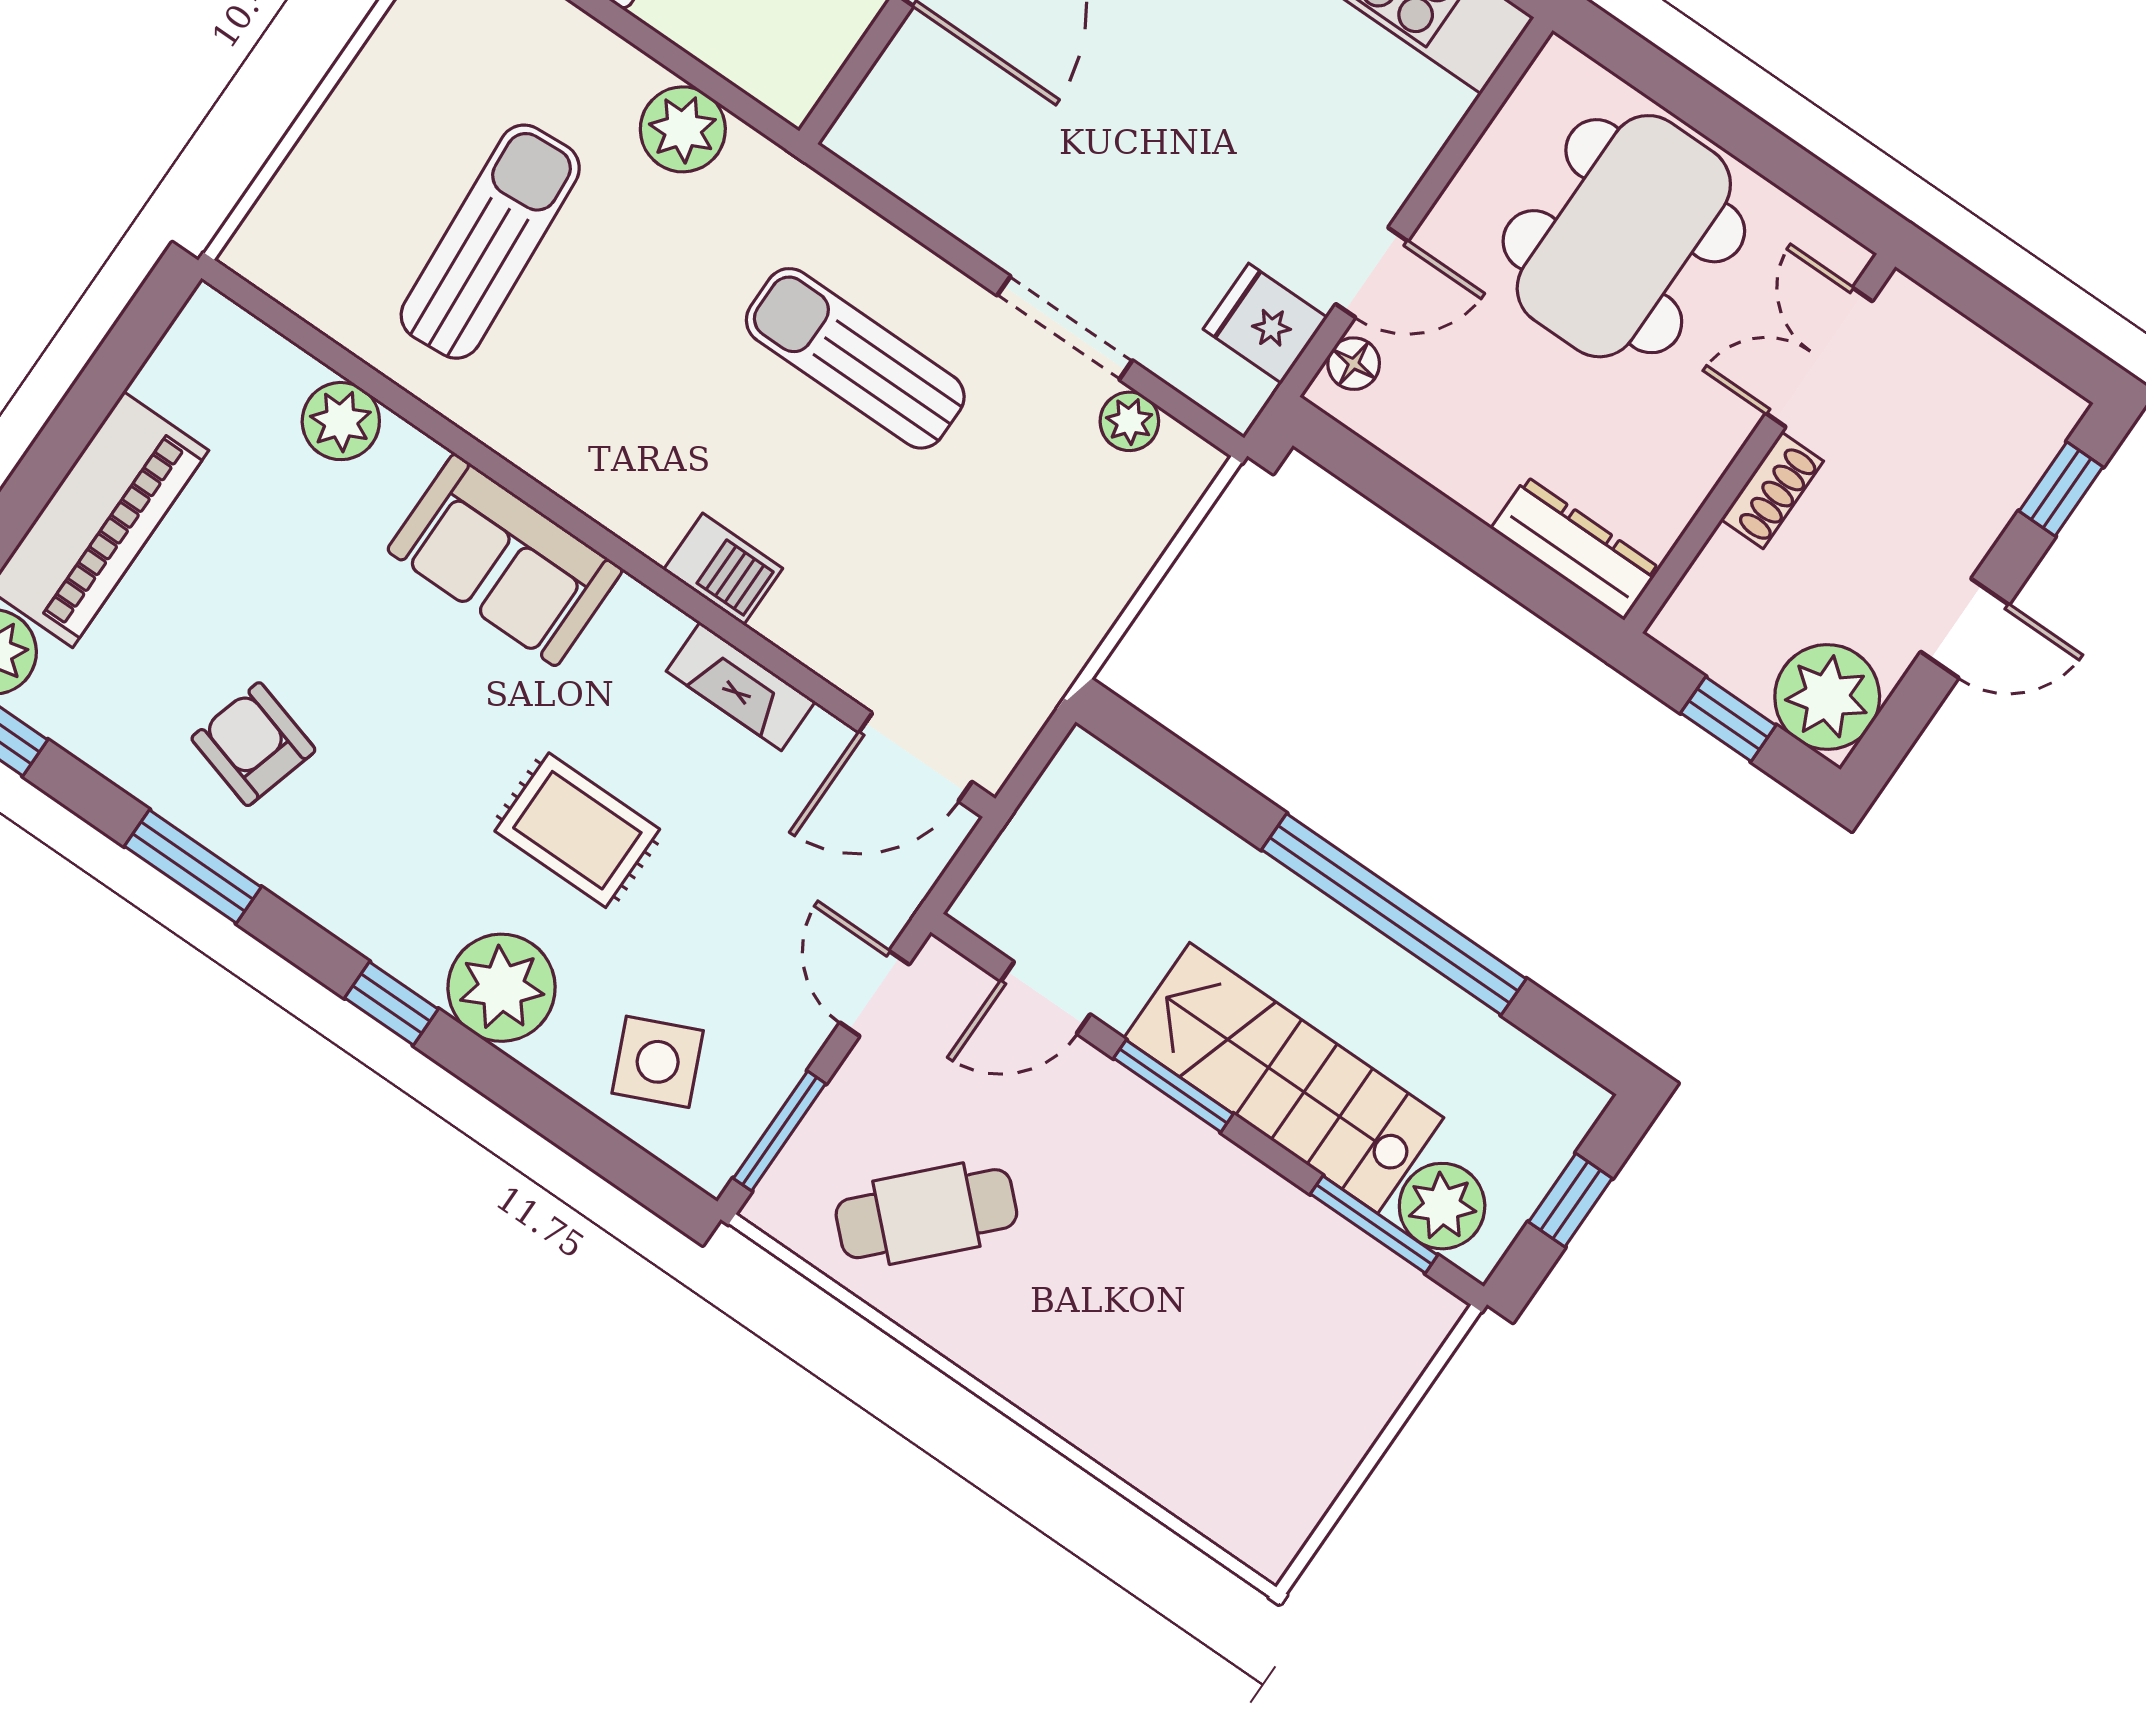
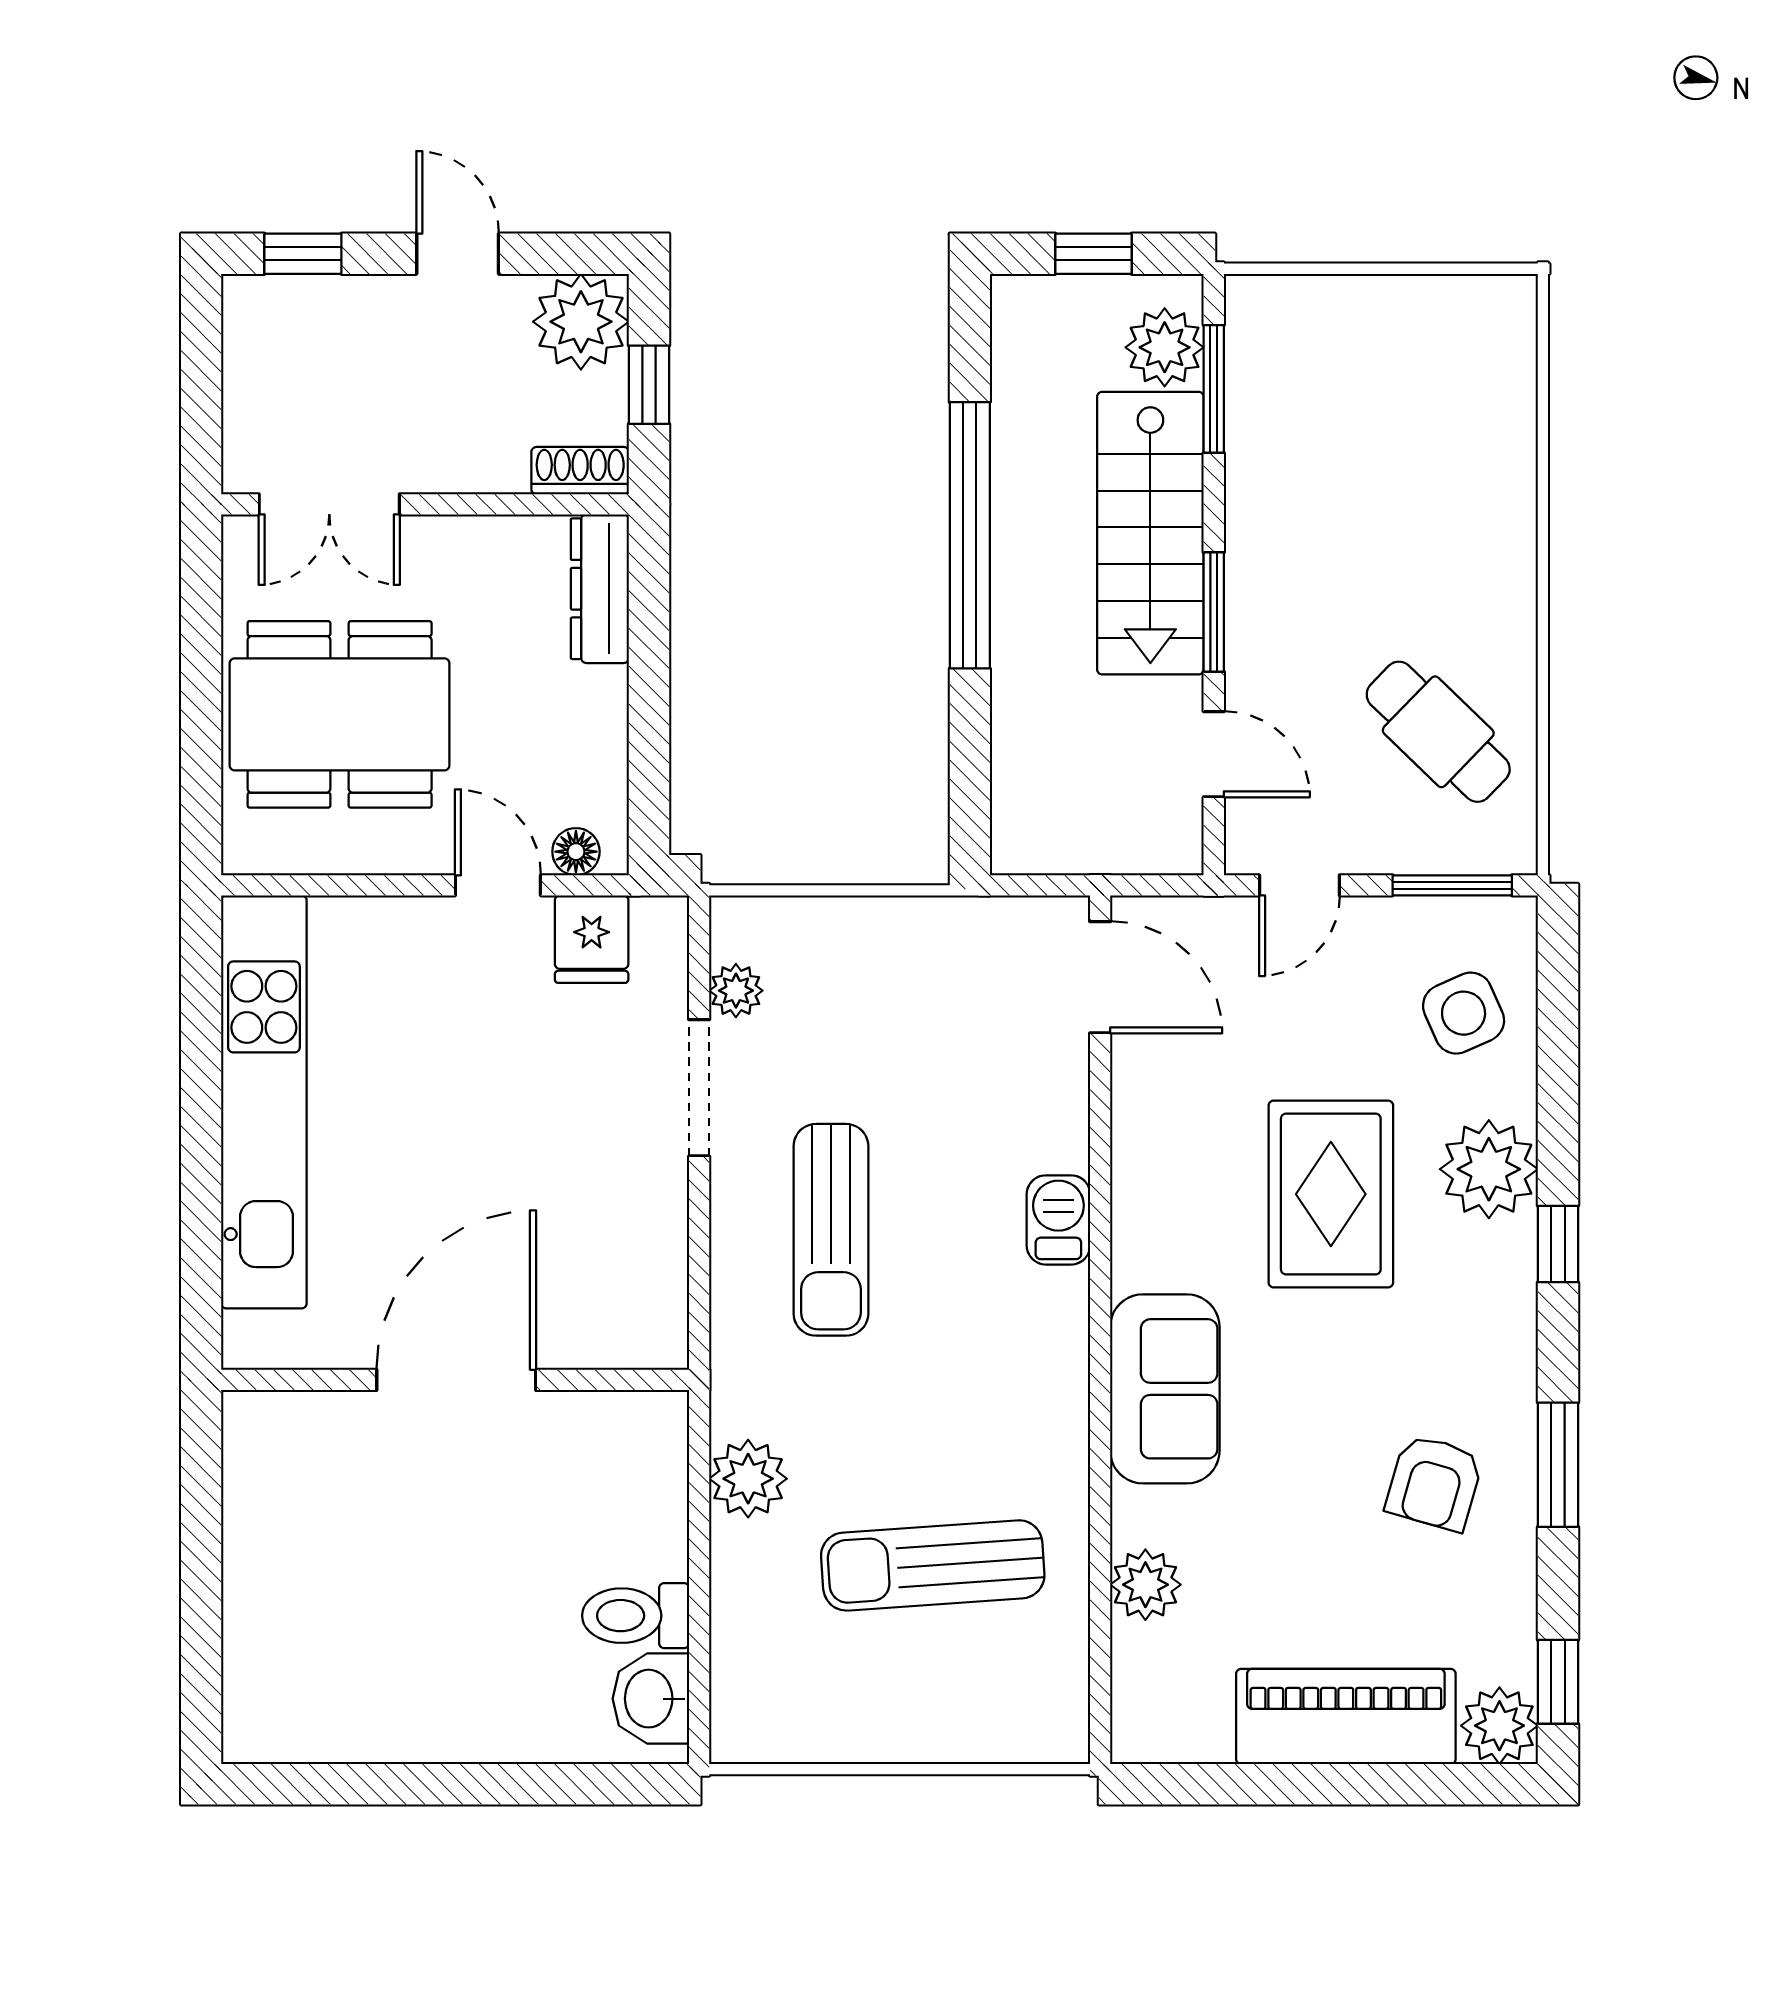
shoe rack: (1772, 490) -> (580, 471), moved
fireplace: (741, 686) -> (1138, 1146), removed
rug: (577, 830) -> (1331, 1194), width x1.36, depth x1.43

